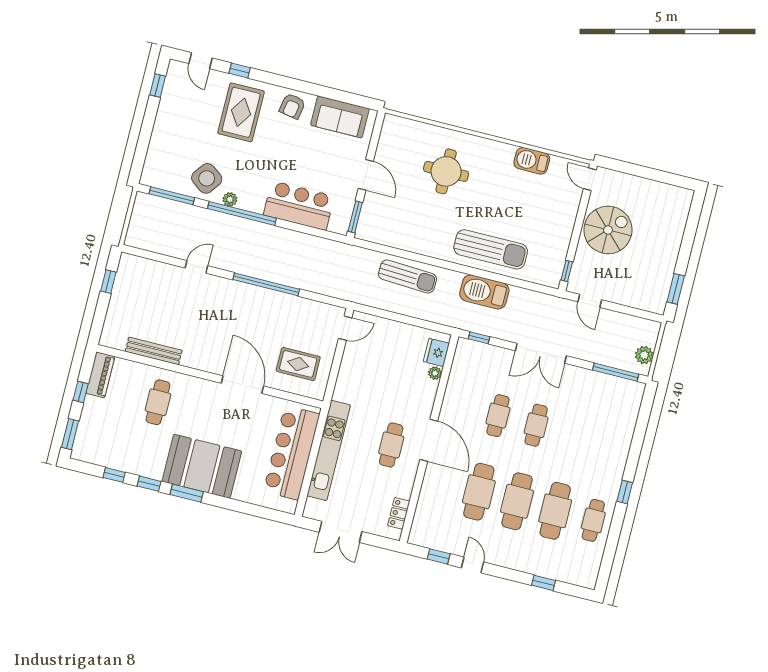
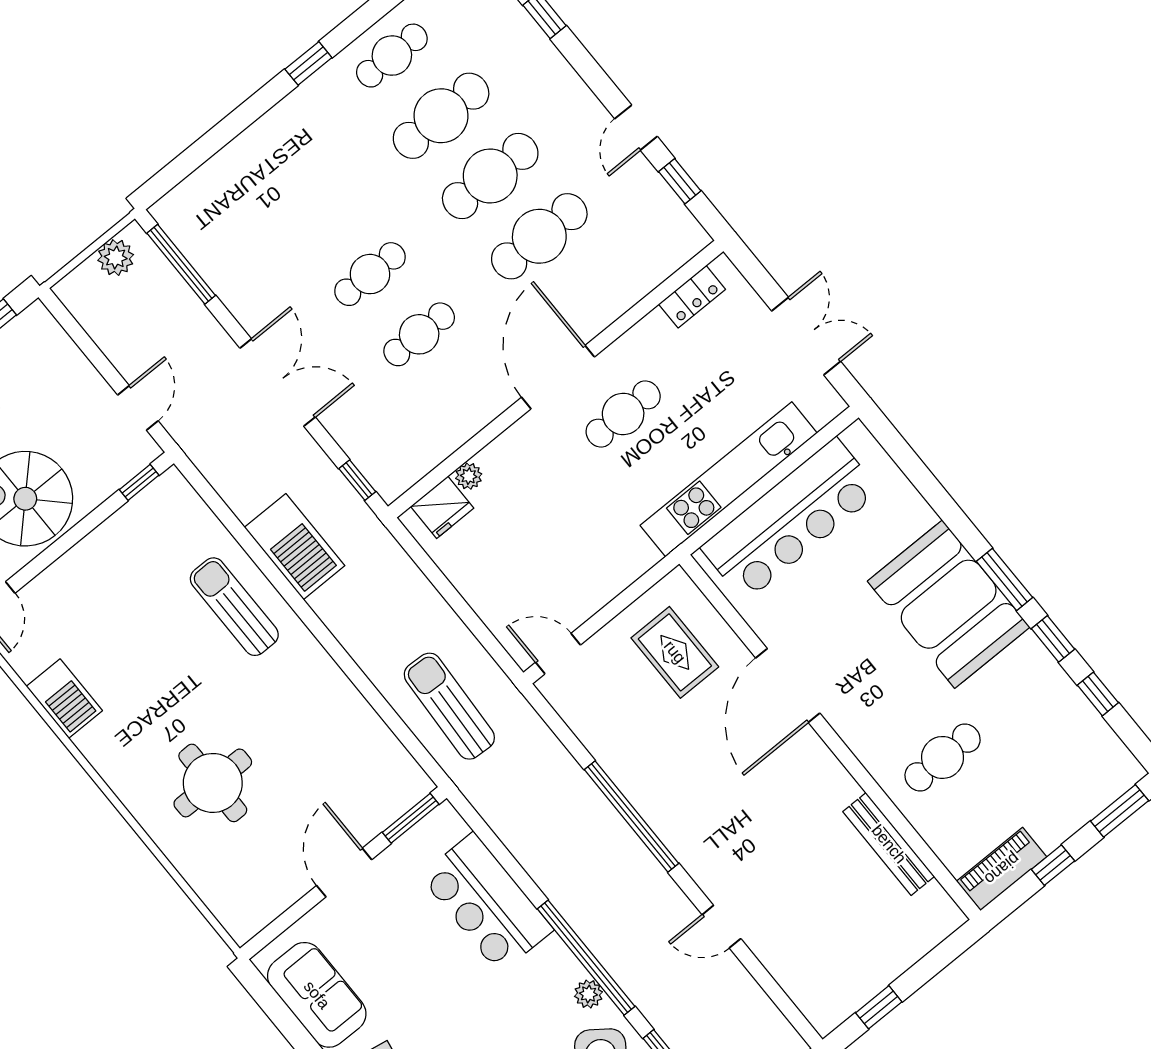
sun lounger: (491, 249) -> (234, 607), width x0.73, depth x0.75
sun lounger: (407, 276) -> (449, 706), moved

